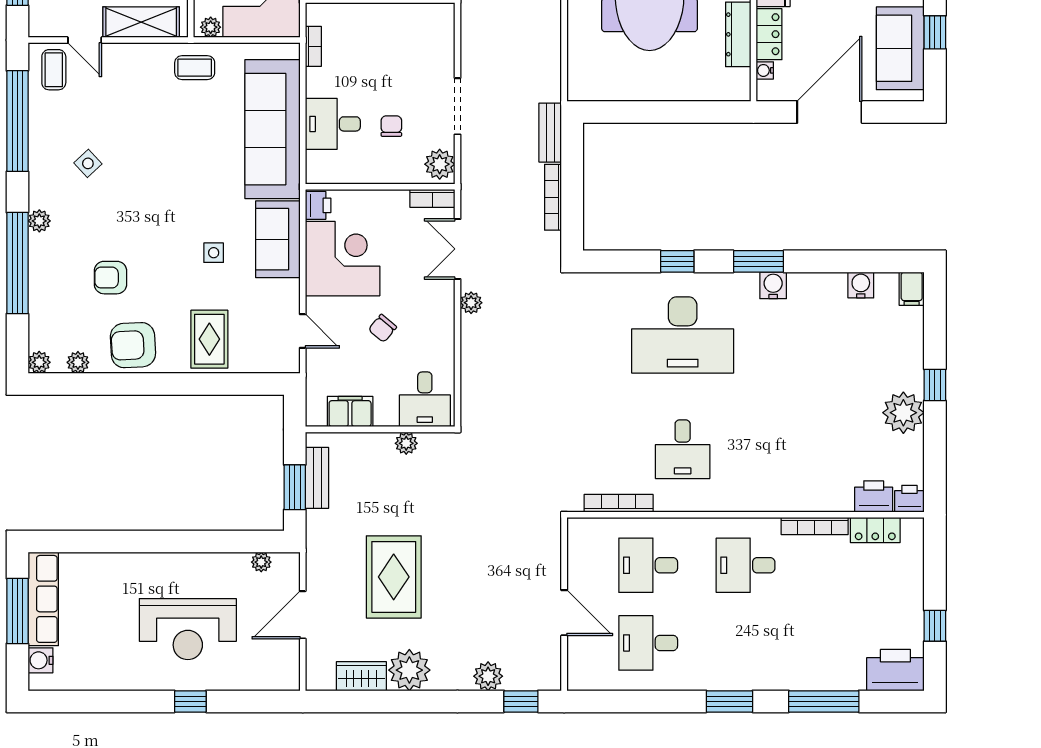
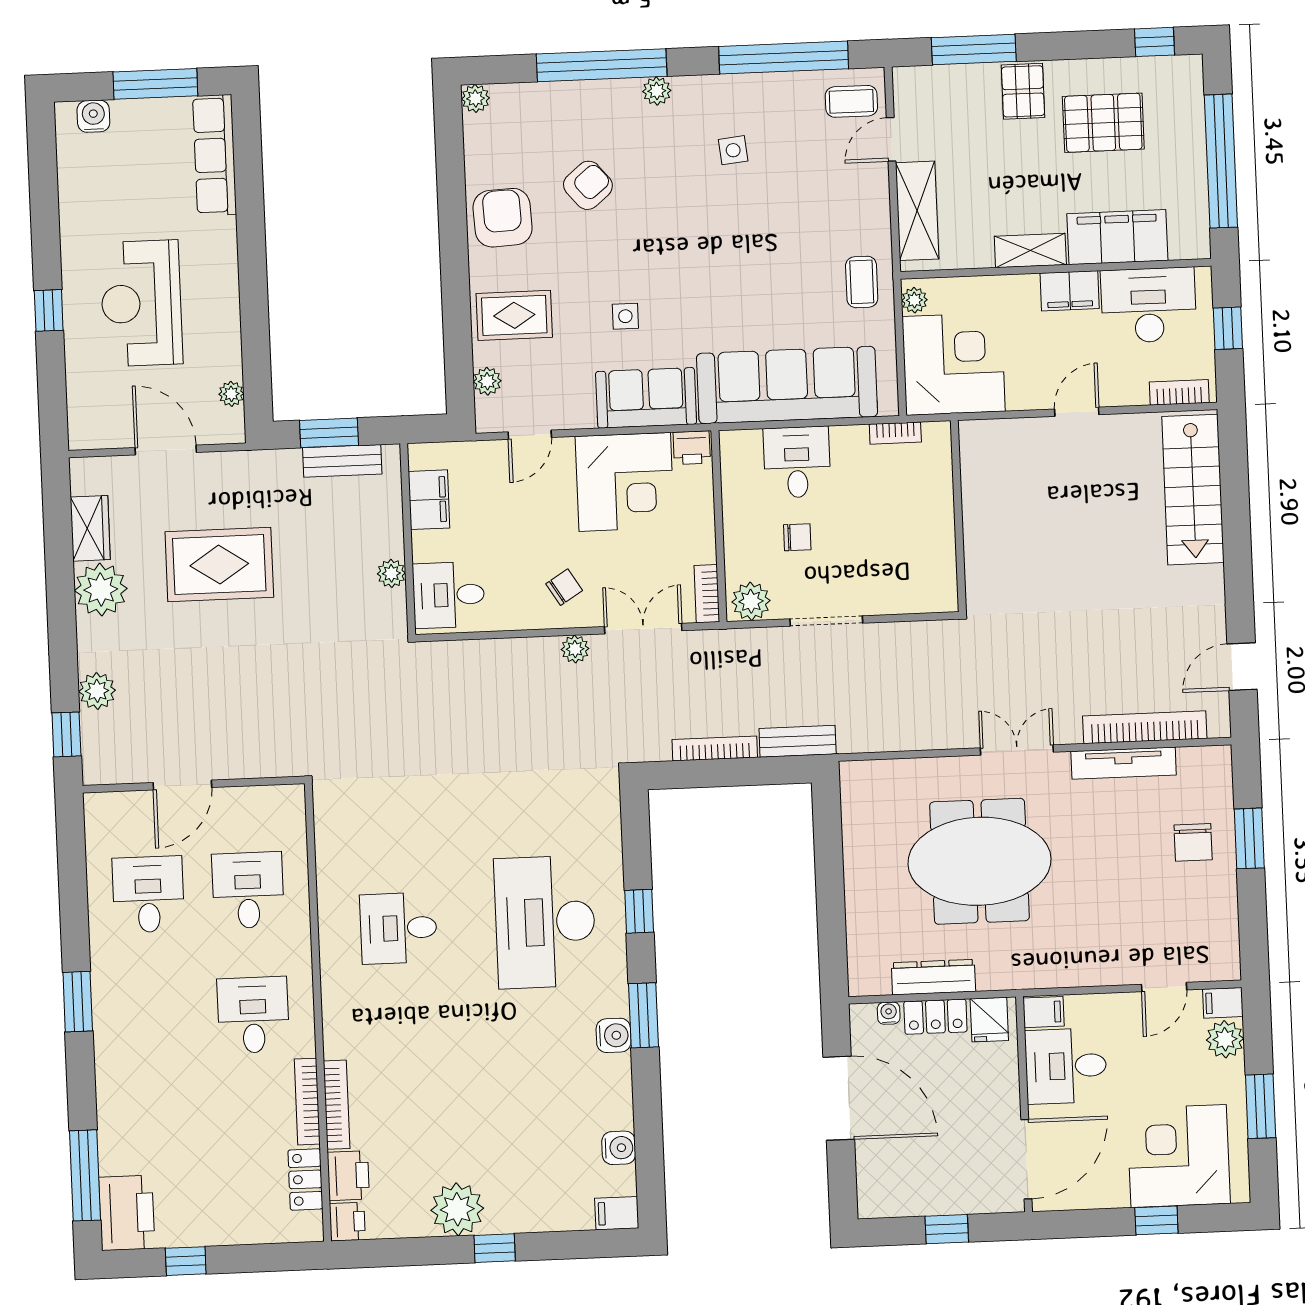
sofa: (900, 48) -> (924, 1186), removed
side table: (88, 163) -> (733, 150), turned 37
armchair: (110, 278) -> (588, 185), turned 50
chair: (382, 328) -> (564, 587), moved, turned 108
plant: (78, 362) -> (487, 381), moved
bookcase: (619, 503) -> (337, 1105), moved
row of seats: (43, 599) -> (215, 155), moved, turned 90
window: (824, 701) -> (85, 1175), moved

